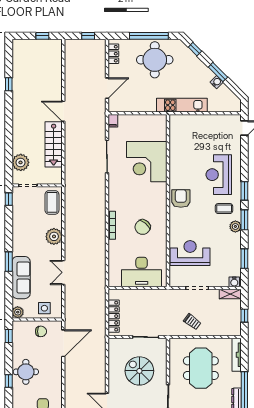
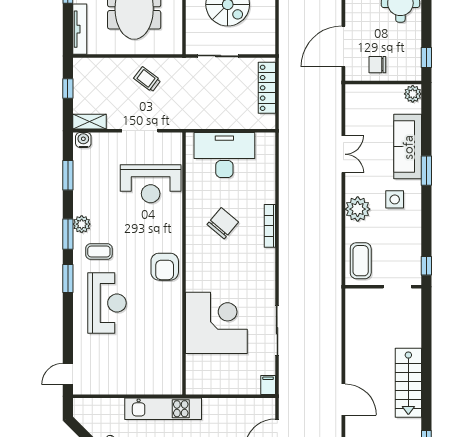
stairs: (54, 144) -> (408, 383), moved, turned 180
plant: (21, 162) -> (409, 322), removed
side table: (44, 308) -> (395, 199), moved

